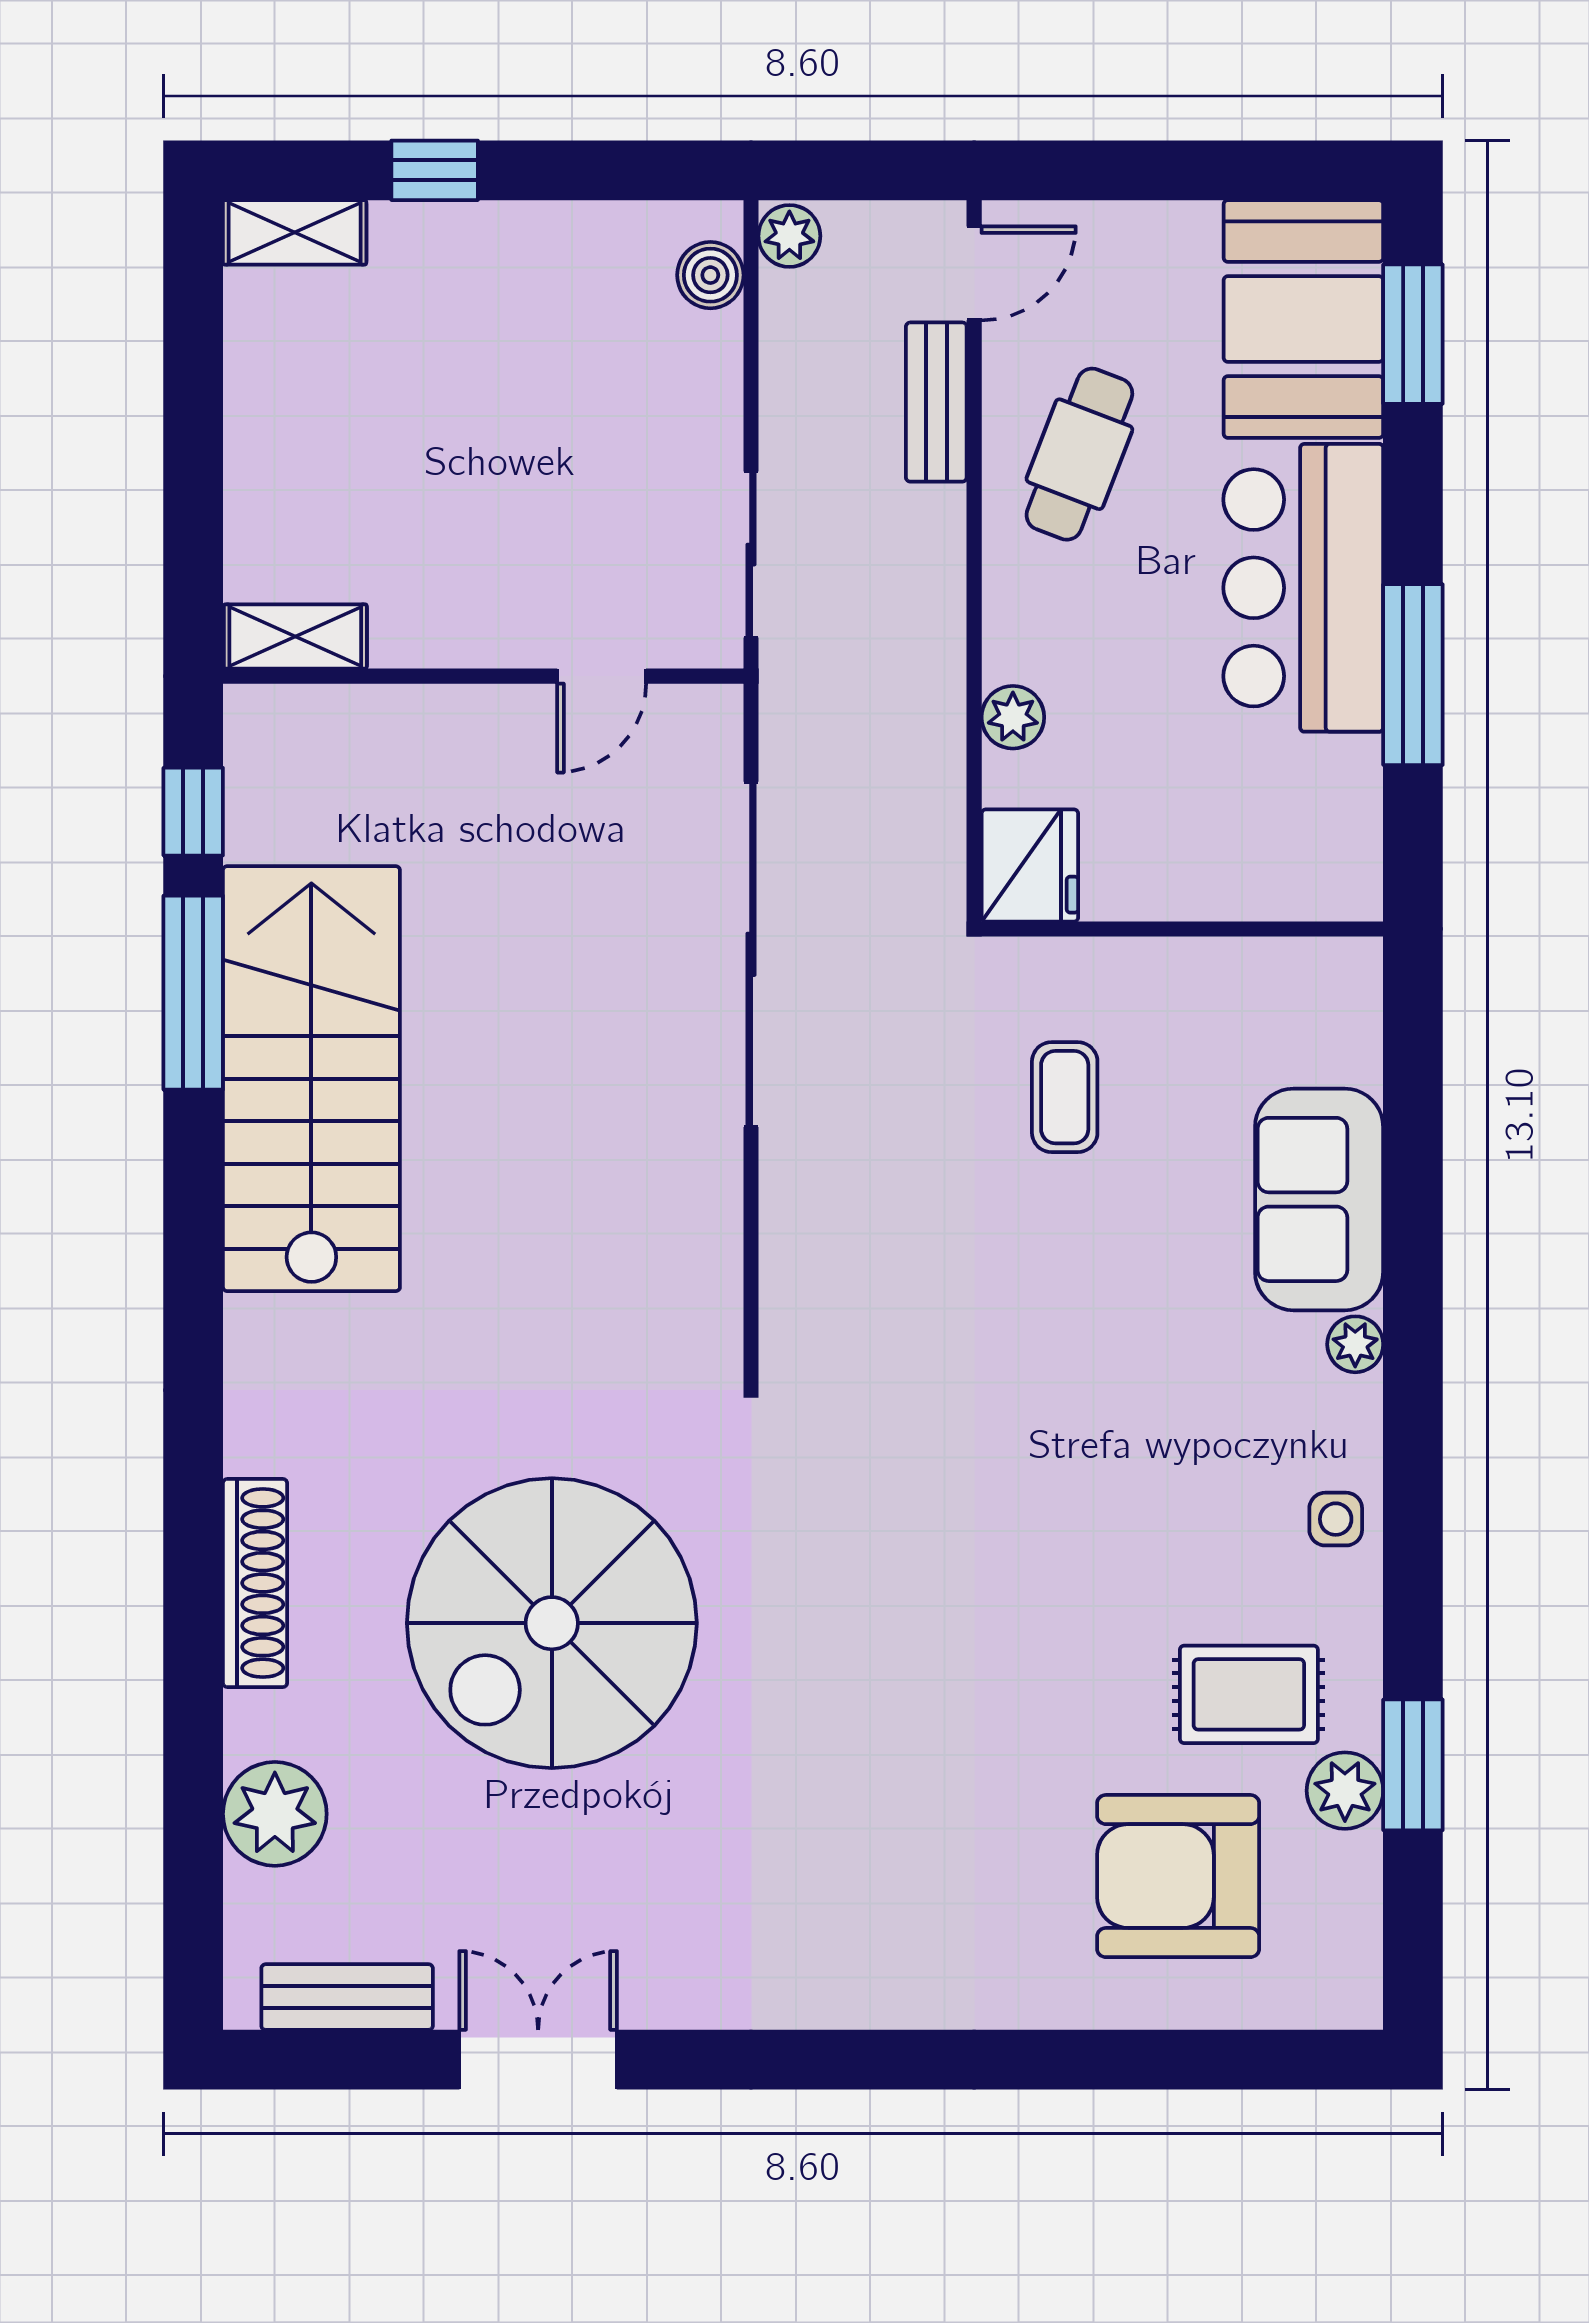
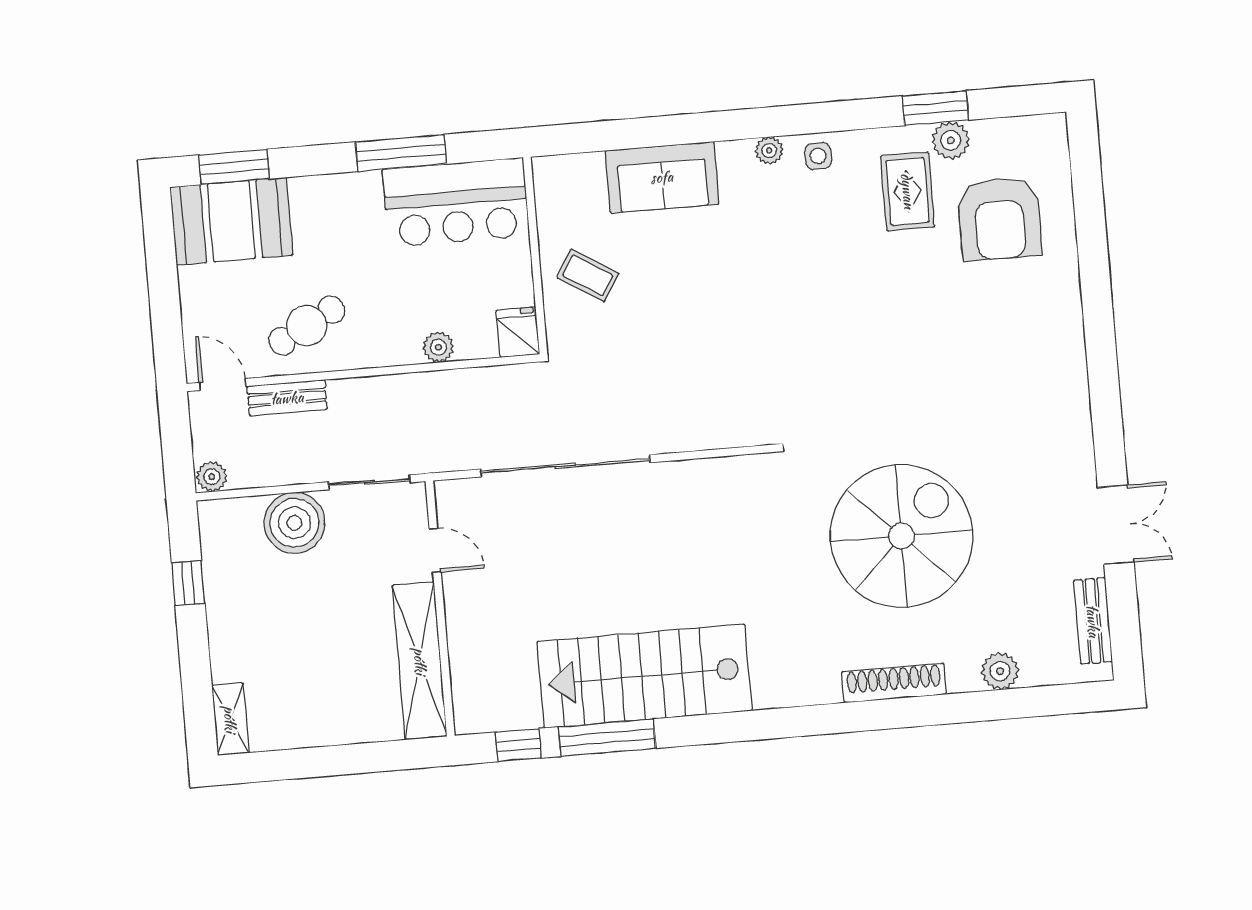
window: (435, 170) -> (188, 583), moved
boiler: (710, 275) -> (294, 523), moved, width x1.86, depth x1.86
cafe table: (1079, 454) -> (307, 325), turned -49
bar counter: (1303, 588) -> (456, 202), moved
shelving: (295, 636) -> (420, 661), width x2.20, depth x1.33
fridge: (1030, 865) -> (518, 332), width x0.72
coffee table: (1065, 1097) -> (588, 275), moved, turned 32
plant: (1355, 1344) -> (769, 150), moved
spiral stairs: (552, 1623) -> (901, 536), turned -90
plant: (275, 1814) -> (1000, 671), width x0.73, depth x0.73
double door: (538, 2060) -> (1116, 525), swing flipped

